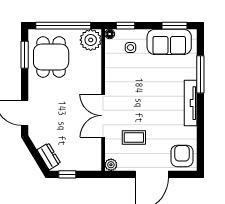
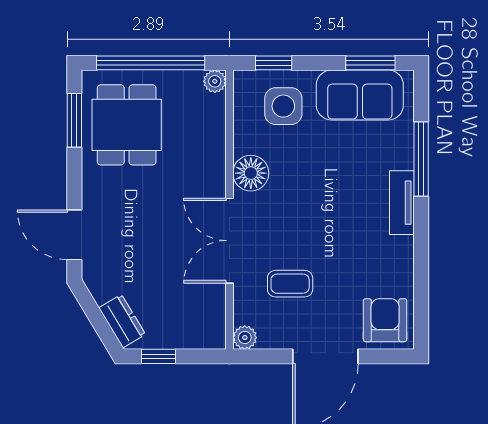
floor lamp: (110, 34) -> (251, 173), moved, width x1.89, depth x1.89
plant: (91, 40) -> (215, 81), width x0.53, depth x0.53
side table: (130, 48) -> (283, 106), width x1.87, depth x1.87
tv unit: (191, 103) -> (402, 203), width x0.71

